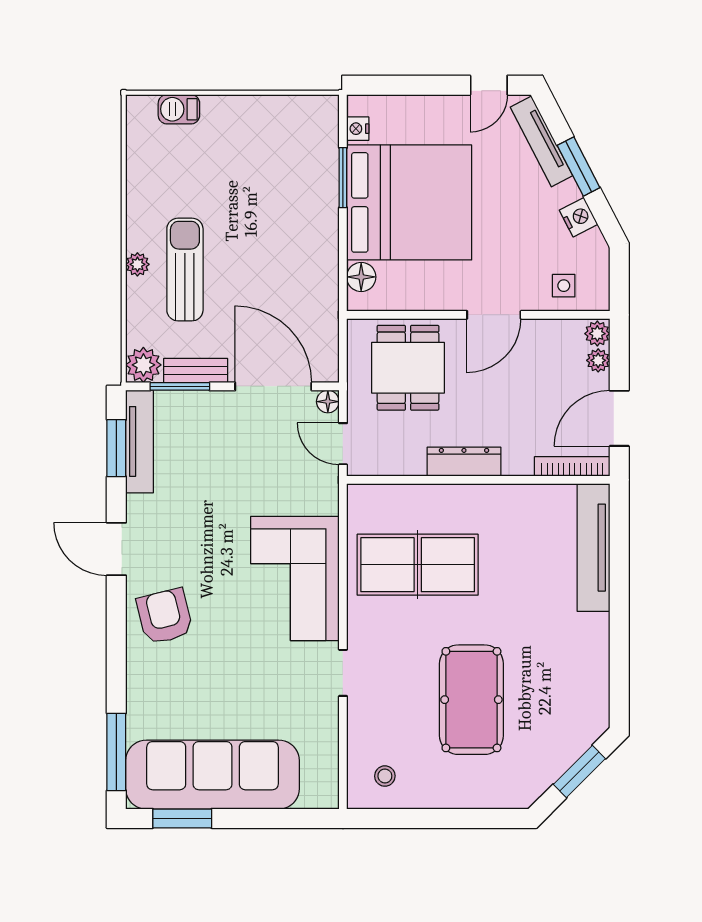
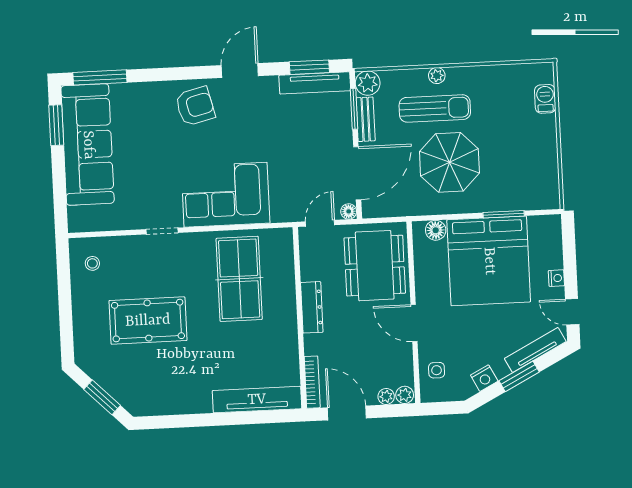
nightstand: (358, 129) -> (556, 278), moved, turned 90
parasol: (264, 252) -> (449, 162), added
dining table: (408, 368) -> (375, 266), width x1.38

